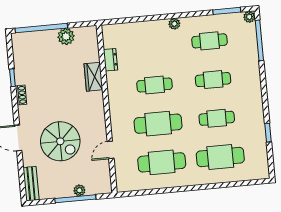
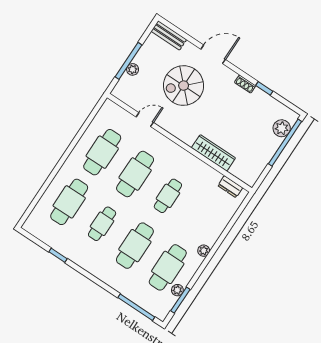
plant: (249, 17) -> (177, 290), moved
plant: (66, 37) -> (282, 128), moved
cafe table: (209, 41) -> (168, 267), width x1.37, depth x1.35
dresser: (111, 60) -> (230, 187), moved
wardrobe: (93, 77) -> (213, 153), width x1.50
cafe table: (213, 80) -> (135, 246), width x1.37, depth x1.35
door: (111, 150) -> (145, 120), hinge flipped

